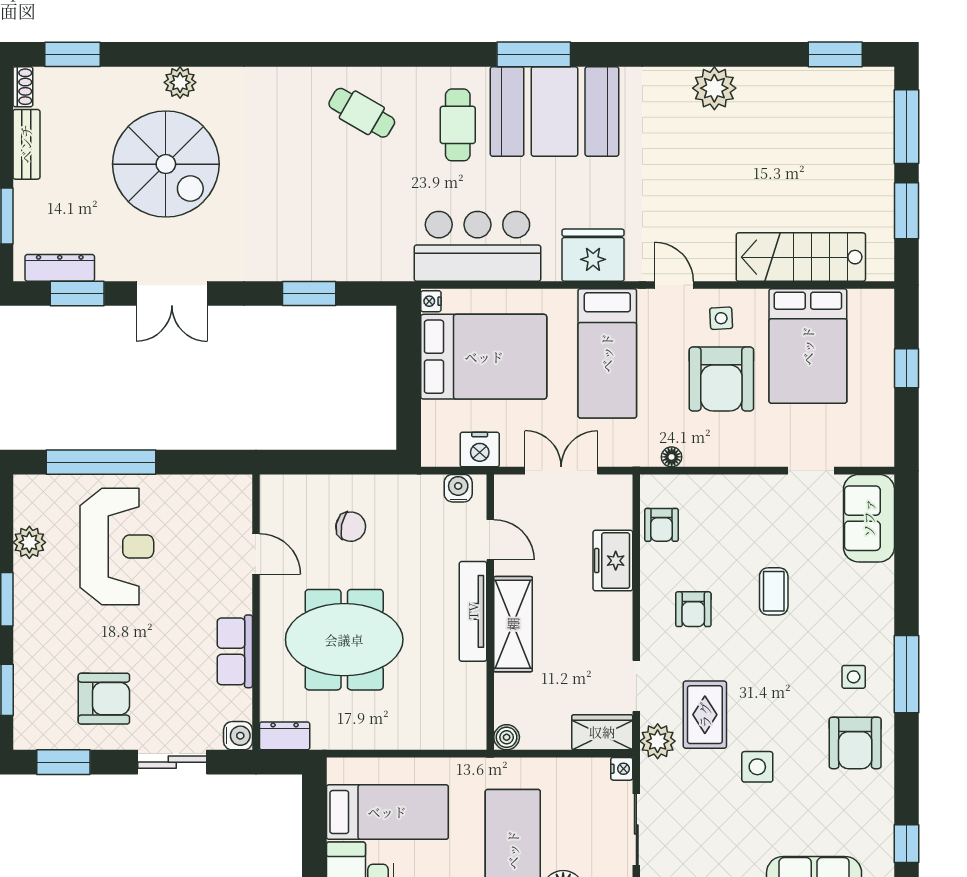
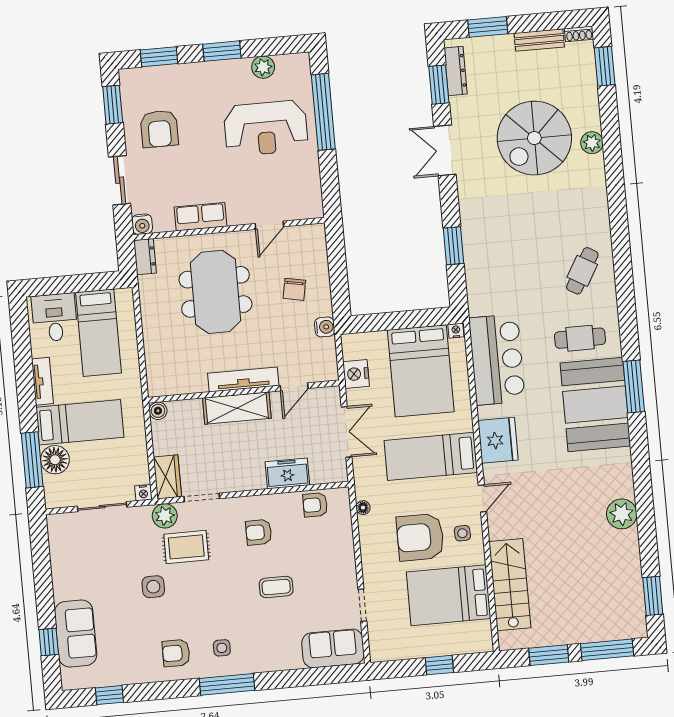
water cooler: (458, 488) -> (325, 327), moved
armchair: (855, 743) -> (176, 653), width x0.72, depth x0.72

